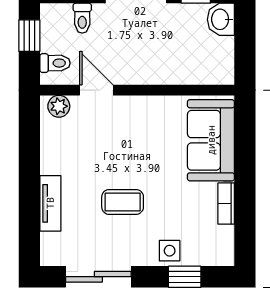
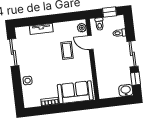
door: (96, 90) -> (90, 42), swing flipped
coffee table: (123, 202) -> (67, 50), moved
window: (185, 277) -> (18, 88), removed

